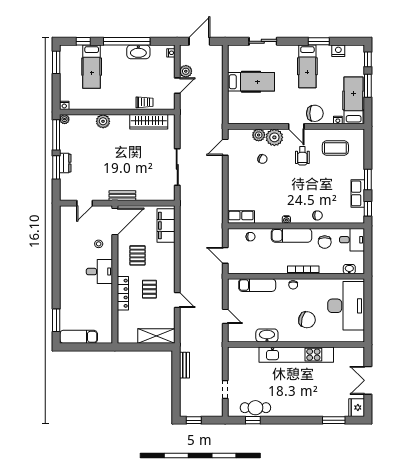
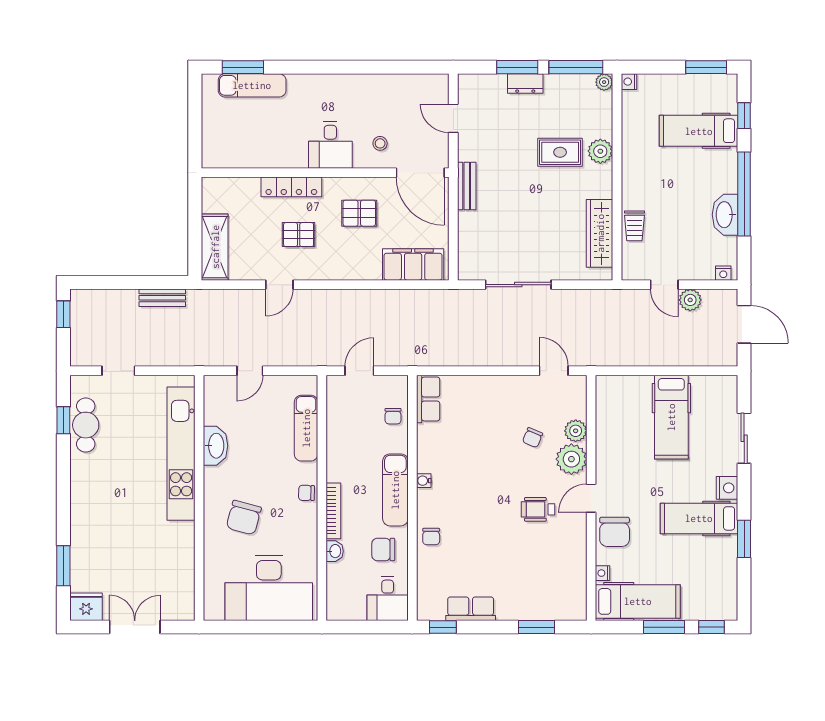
nightstand: (338, 51) -> (727, 488), moved
rug: (104, 144) -> (560, 152), added
coffee table: (335, 148) -> (552, 569), removed
window: (368, 180) -> (537, 627), moved
washbasin: (349, 269) -> (335, 551), moved
exam couch: (79, 337) -> (252, 85), moved, turned 90
kitchen unit: (296, 355) -> (181, 454), moved

